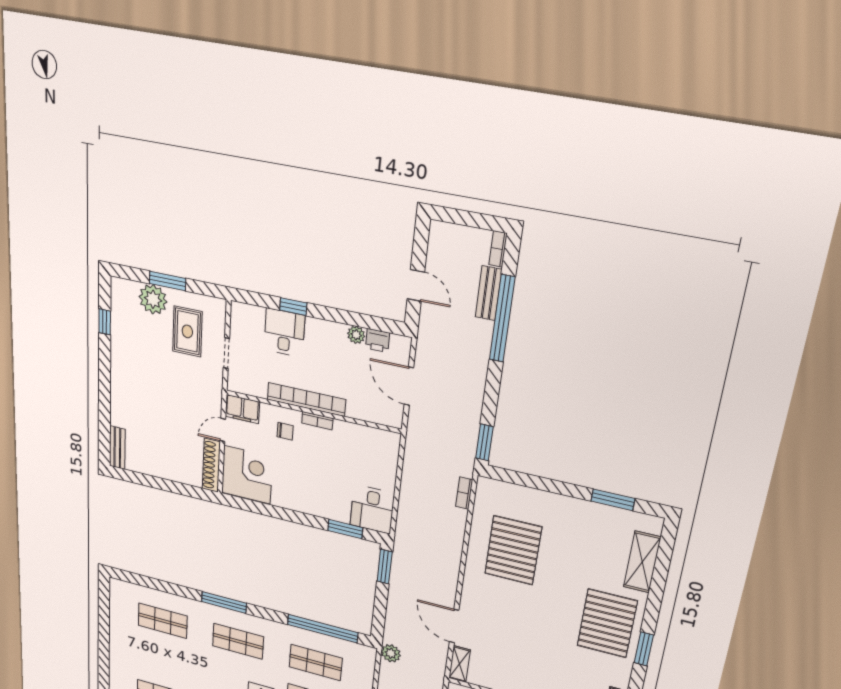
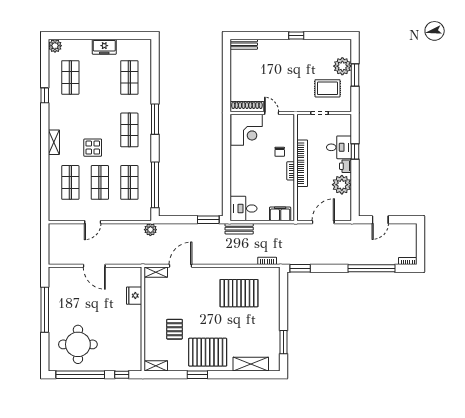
bench: (489, 293) -> (239, 229), moved
window: (105, 322) -> (296, 35), moved
plant: (356, 335) -> (342, 185), width x1.87, depth x1.87
printer: (378, 341) -> (346, 166), moved
filing cabinet: (242, 409) -> (280, 214), moved, turned 90
window: (345, 529) -> (226, 193), removed
freezer: (119, 642) -> (104, 47), added
pallet: (558, 662) -> (174, 329), added

